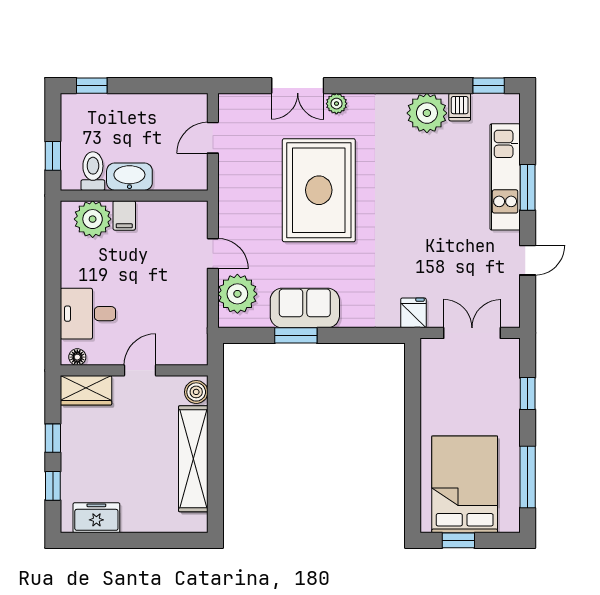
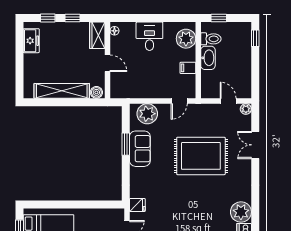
plant: (336, 104) -> (246, 109), moved
filing cabinet: (124, 215) -> (188, 68), moved
door: (213, 254) -> (179, 101), moved
desk: (88, 314) -> (149, 36), moved

